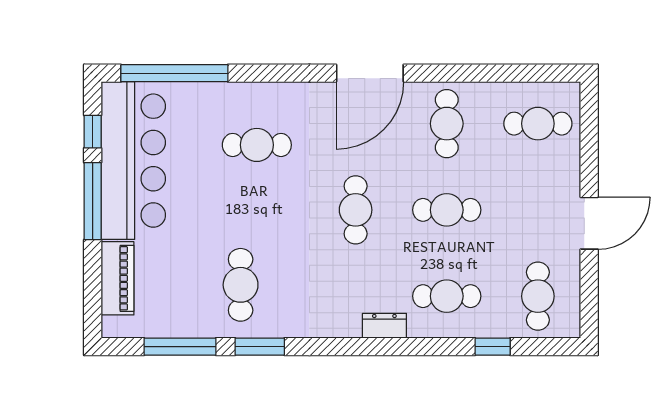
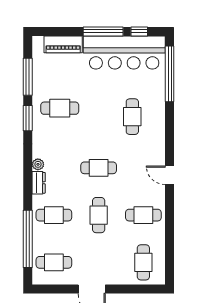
door: (370, 73) -> (170, 175), width x0.53
cafe table: (447, 296) -> (54, 215), turned 90
plant: (349, 327) -> (38, 164), added
window: (493, 347) -> (28, 239), width x3.17

